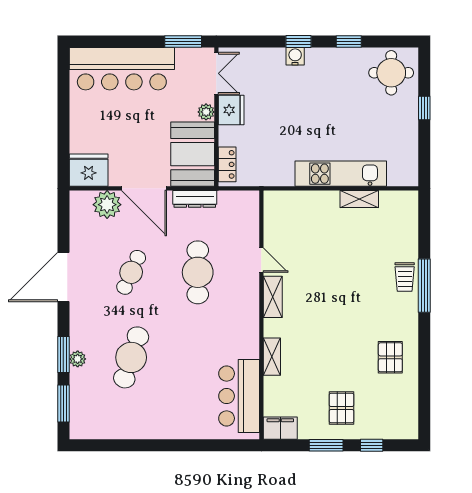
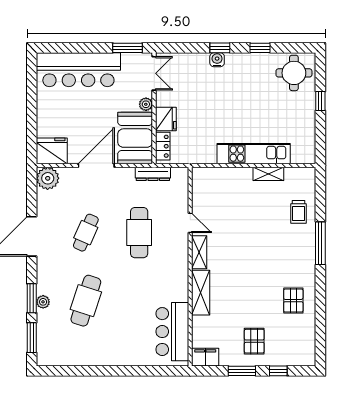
fridge: (231, 110) -> (166, 119), moved
door: (144, 188) -> (96, 165), swing flipped
dresser: (195, 199) -> (153, 174), moved
plant: (107, 205) -> (48, 178), moved
trolley: (405, 277) -> (299, 212), moved
shelving: (272, 357) -> (201, 293), width x1.50, depth x1.33

